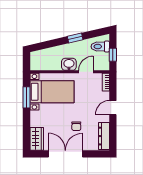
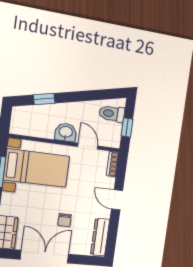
window: (75, 38) -> (44, 99), moved
door: (86, 72) -> (88, 146), hinge flipped
door: (113, 108) -> (117, 200), hinge flipped

